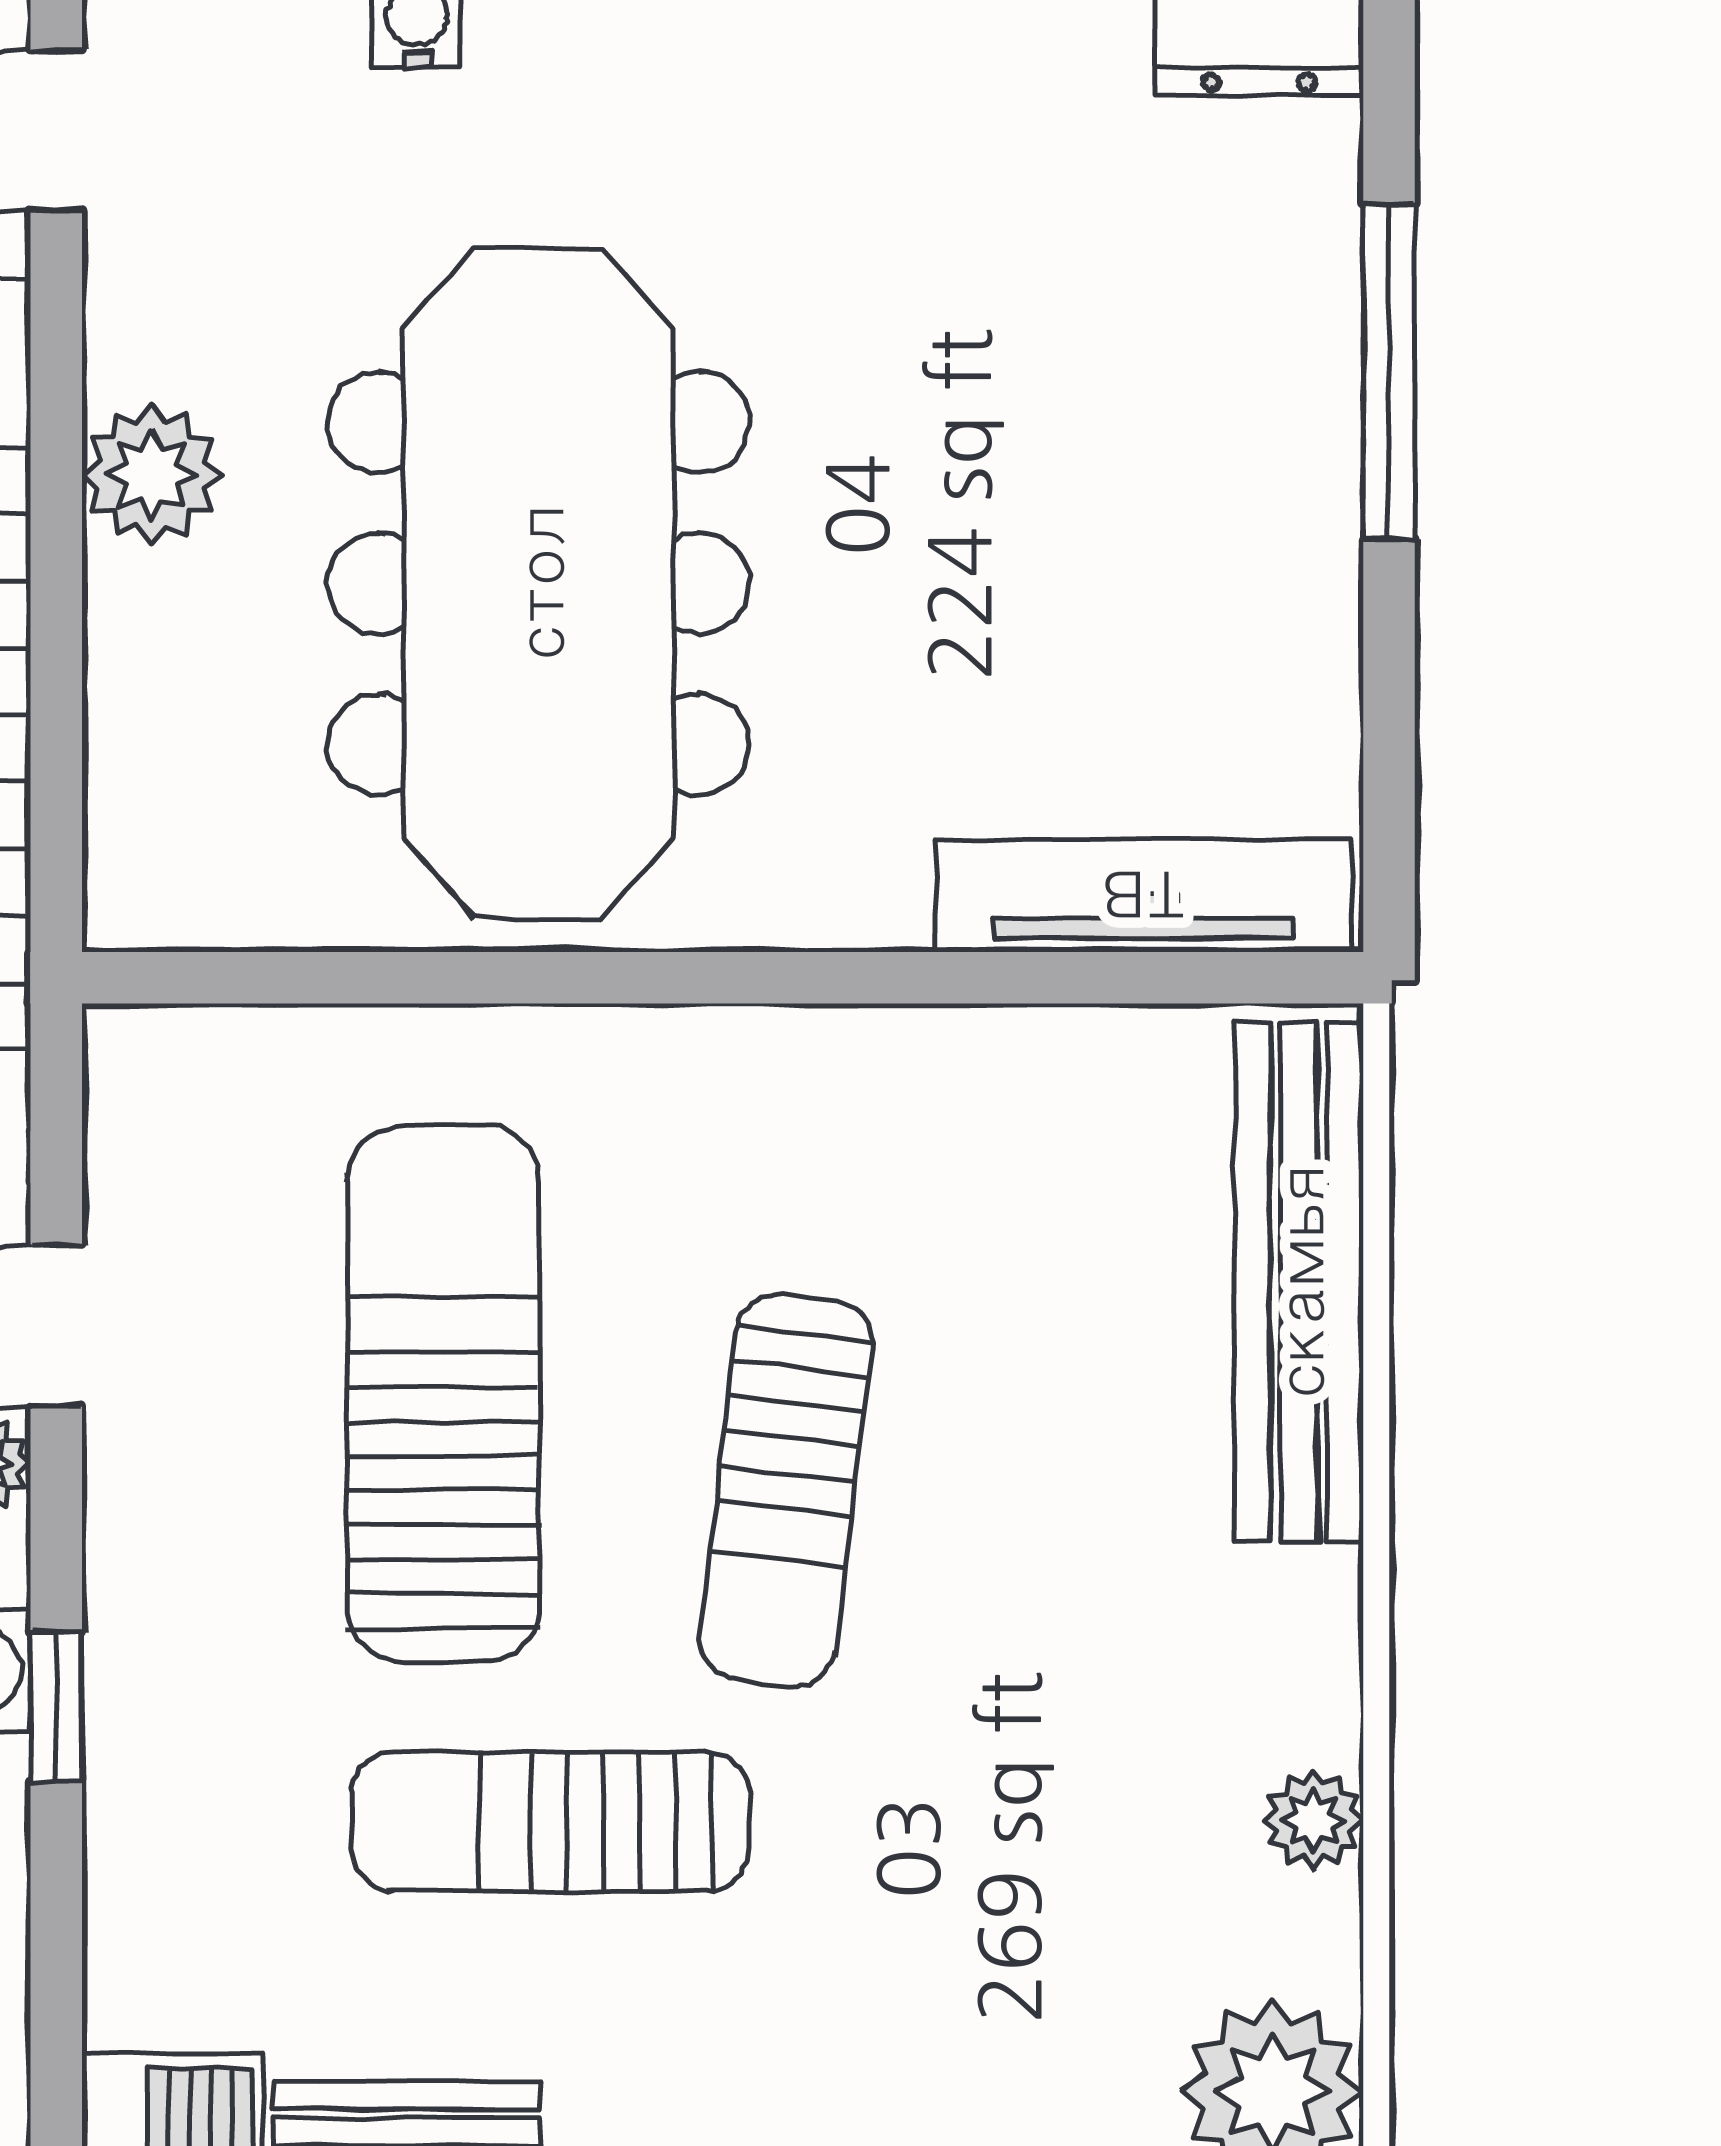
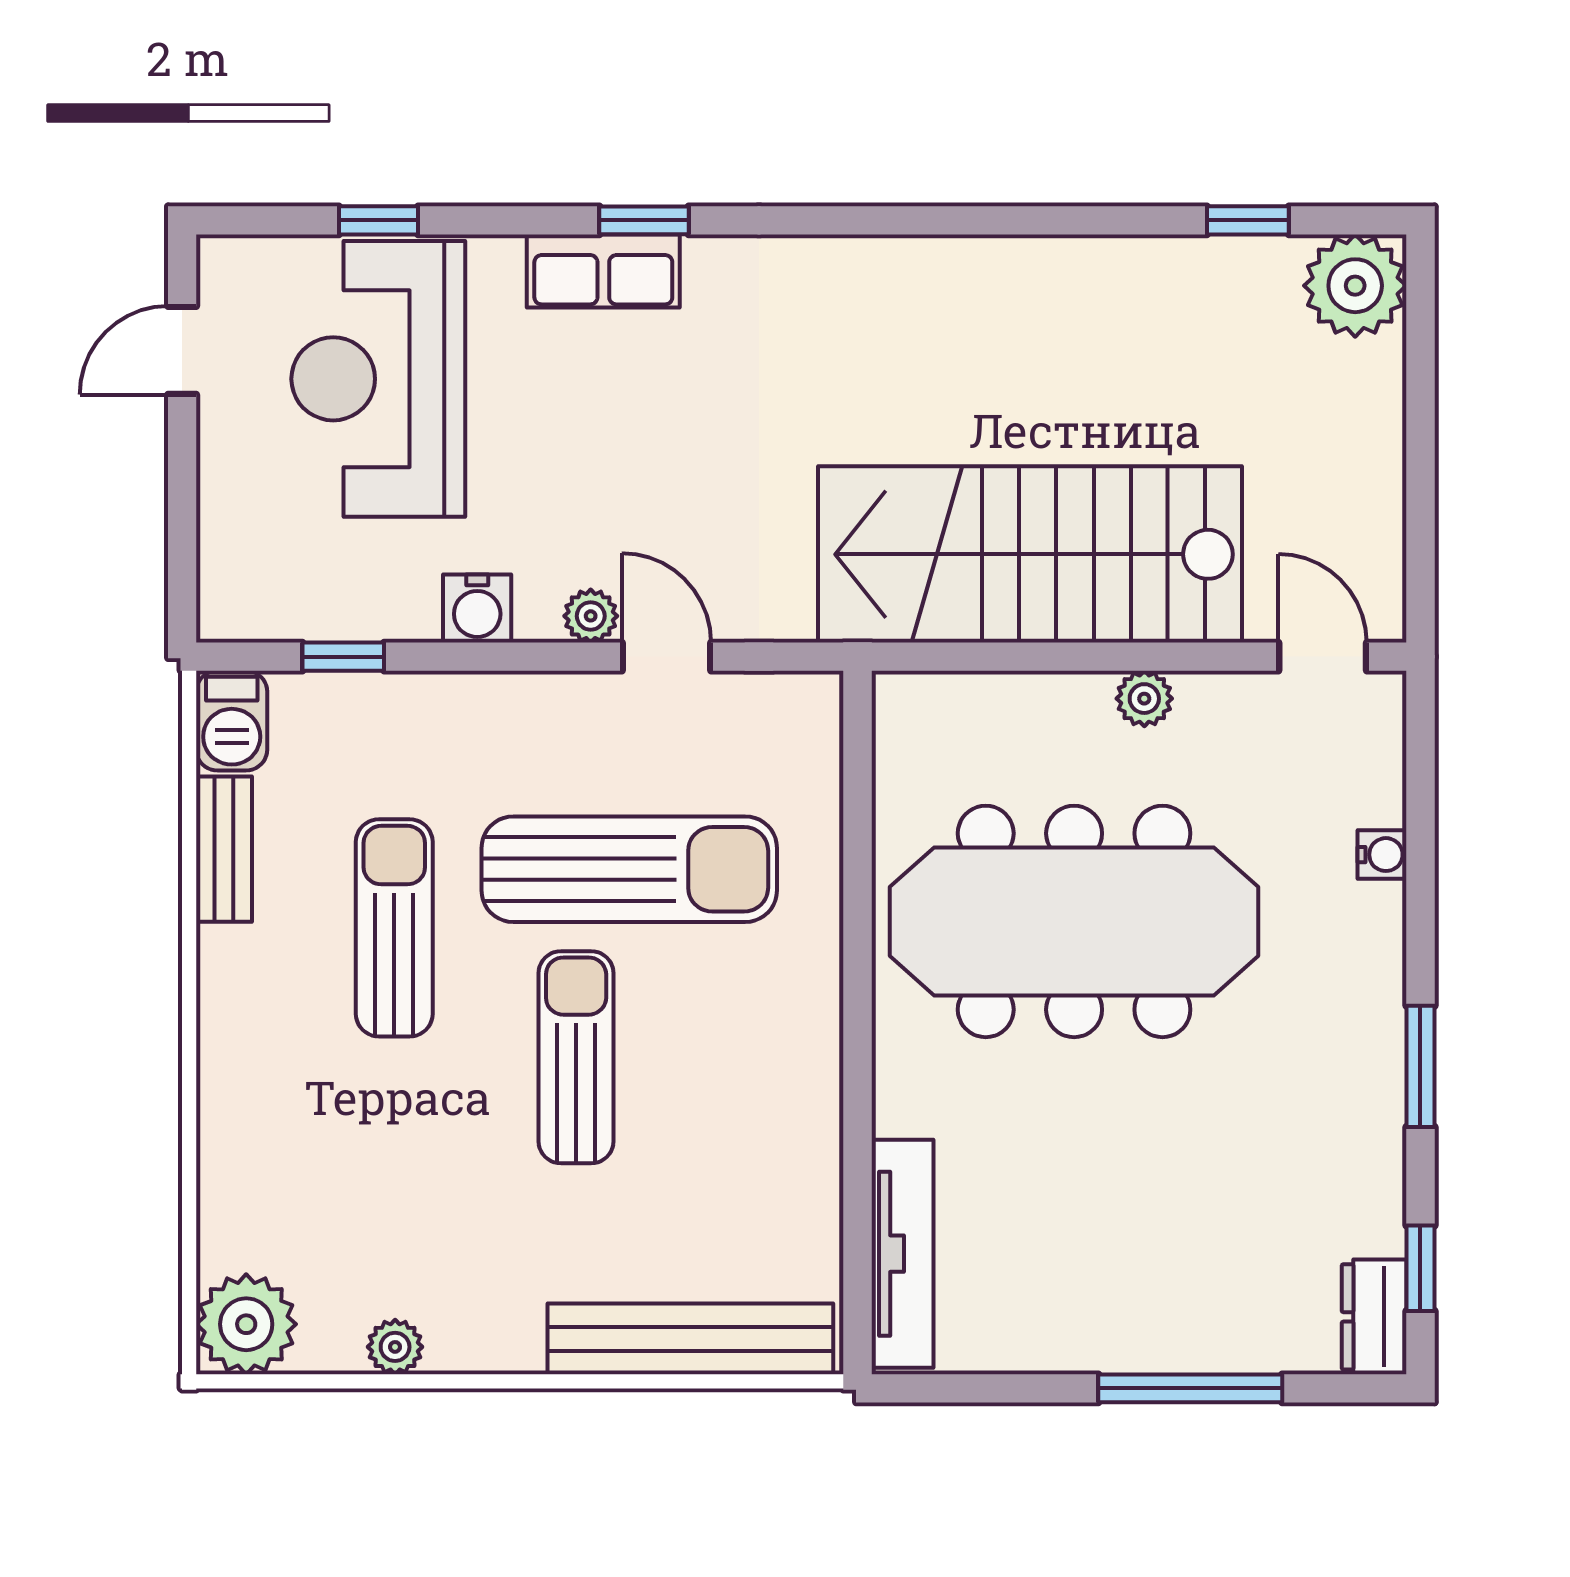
plant: (152, 474) -> (1144, 699), width x0.73, depth x0.73
sun lounger: (786, 1490) -> (576, 1057), turned 83
window: (56, 1707) -> (343, 657), moved

